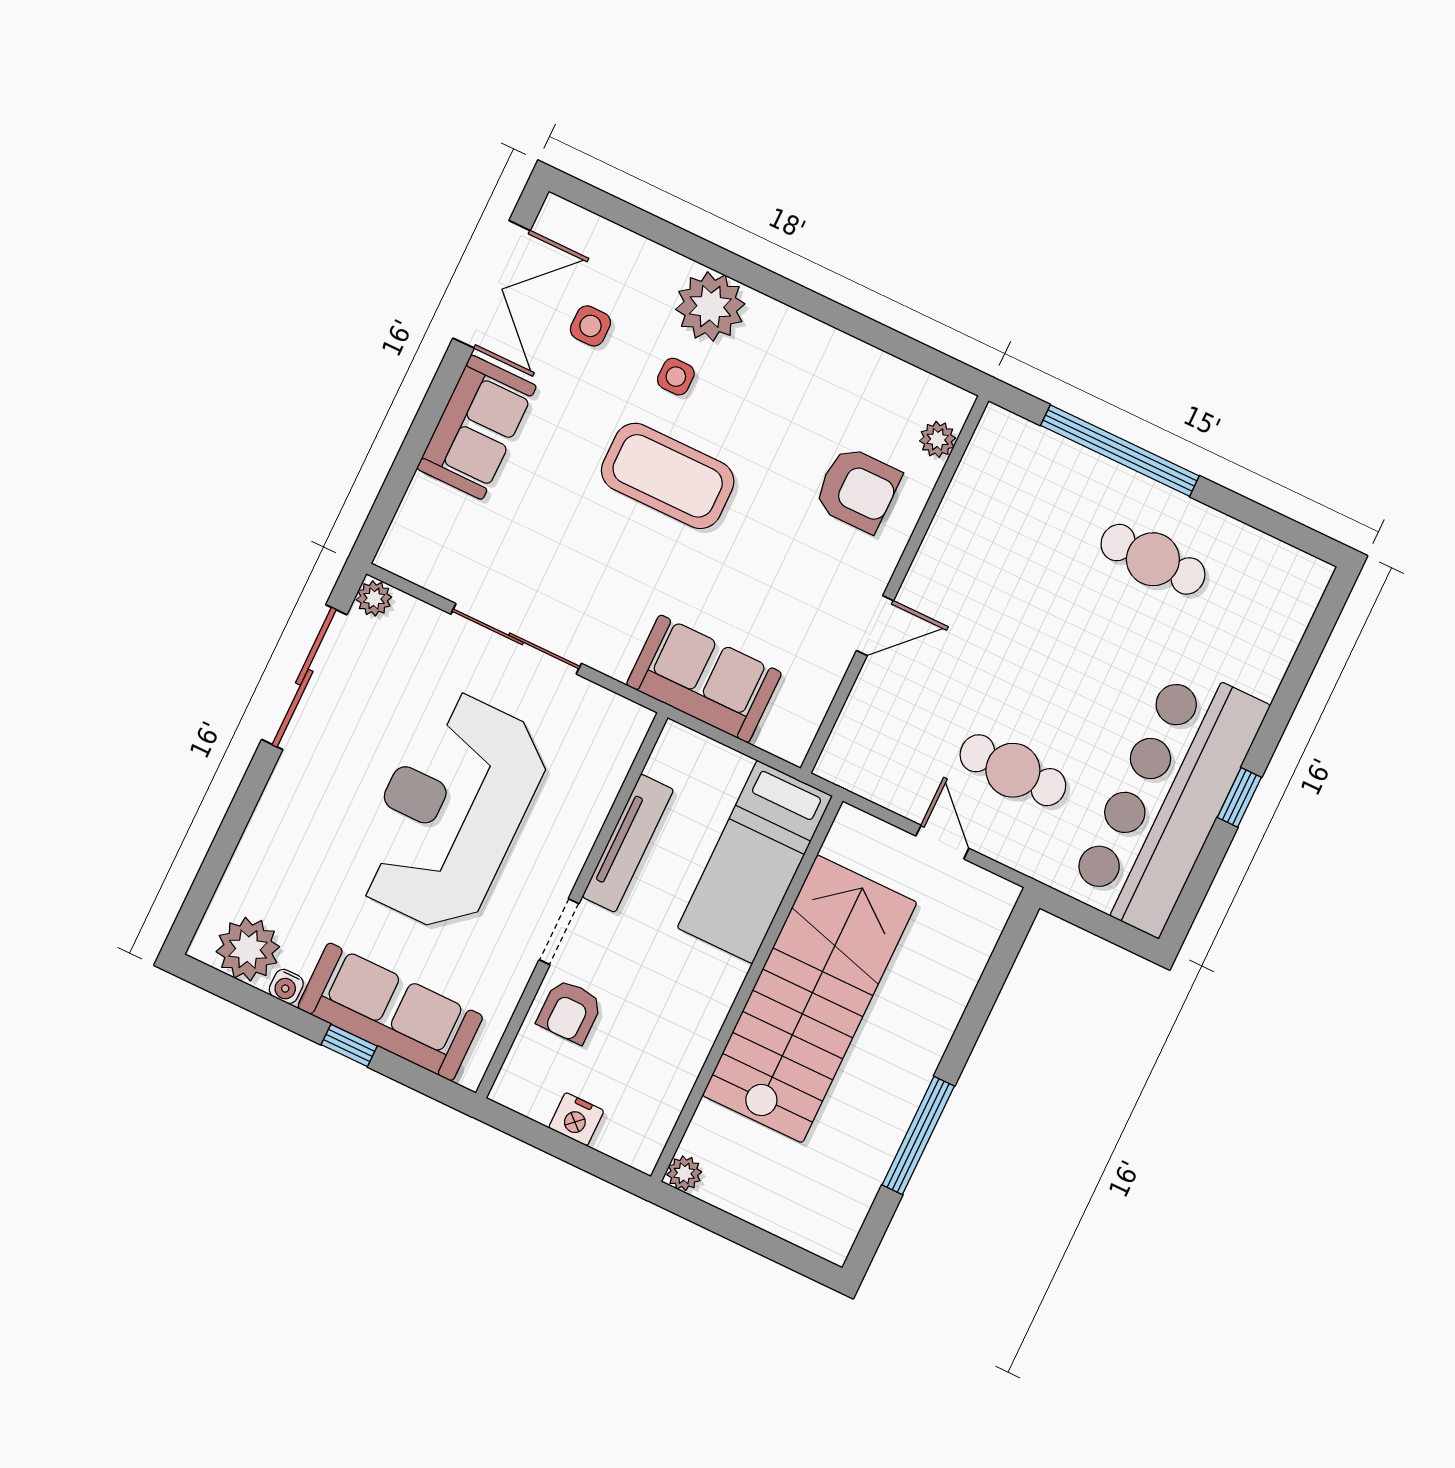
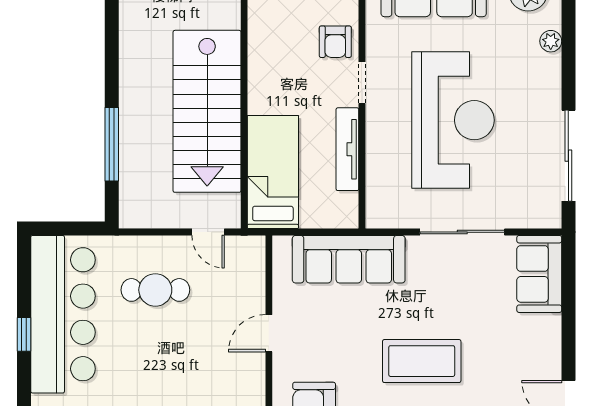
sofa: (477, 427) -> (539, 274), moved
plant: (374, 598) -> (551, 41), moved
sofa: (704, 679) -> (349, 259), width x1.36
door: (942, 842) -> (208, 232), moved
armchair: (570, 1011) -> (335, 42), turned 180
window: (918, 1135) -> (112, 144), moved

